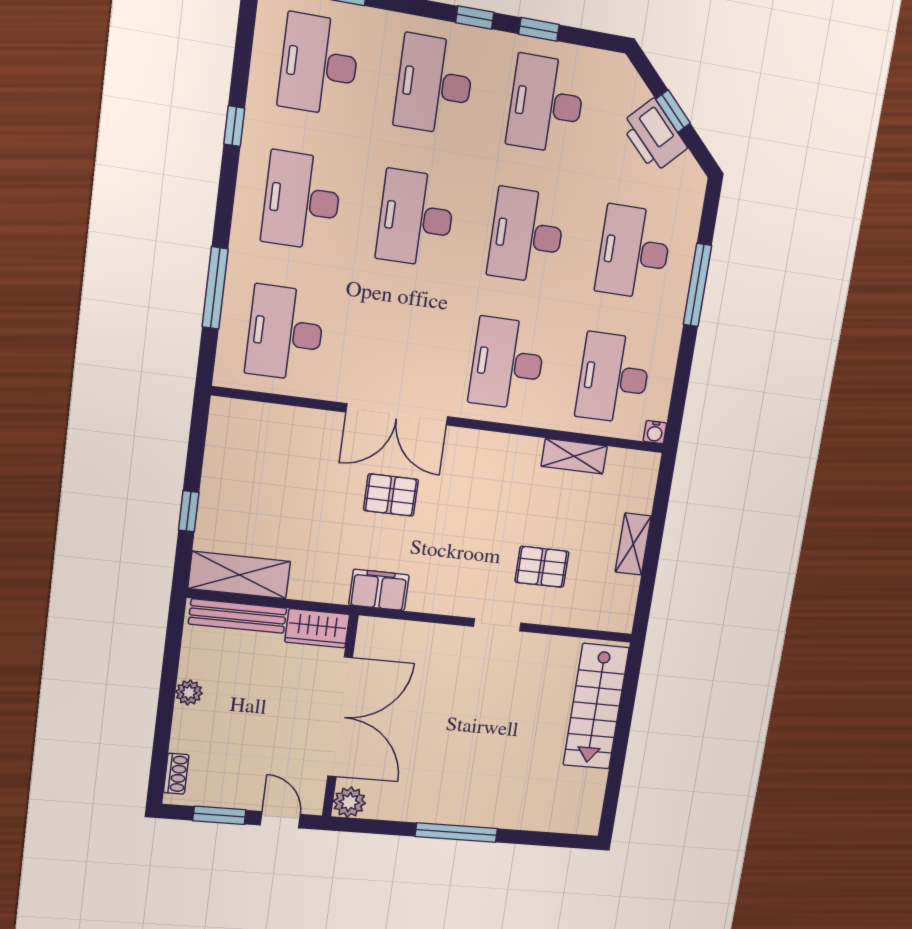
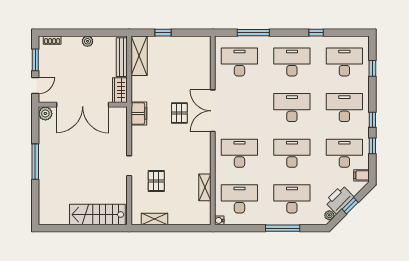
filing cabinet: (606, 70) -> (361, 175), added
plant: (687, 167) -> (329, 215), added
shelving: (633, 544) -> (155, 219), moved

